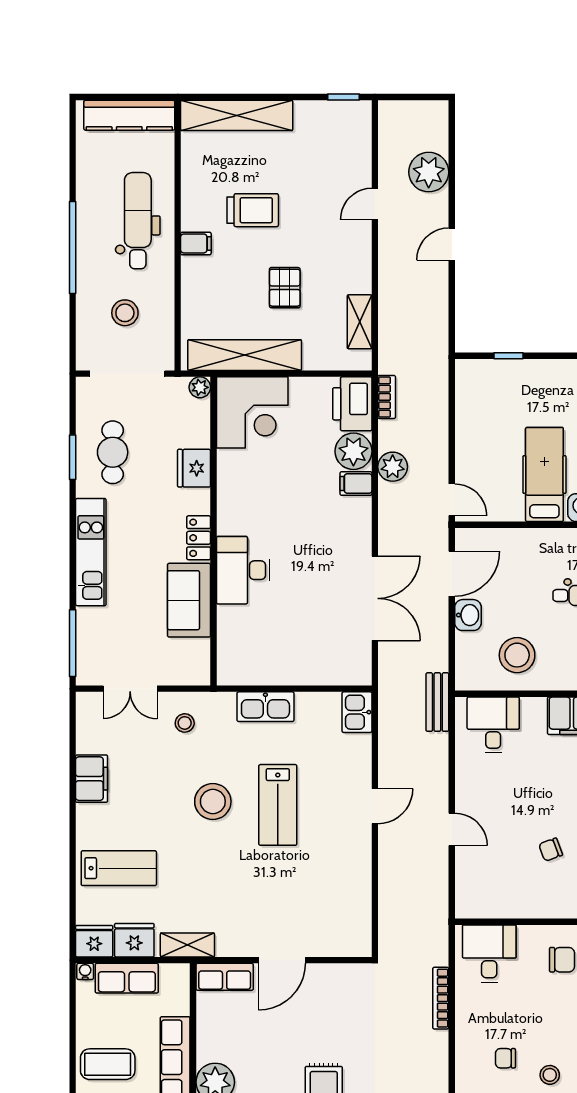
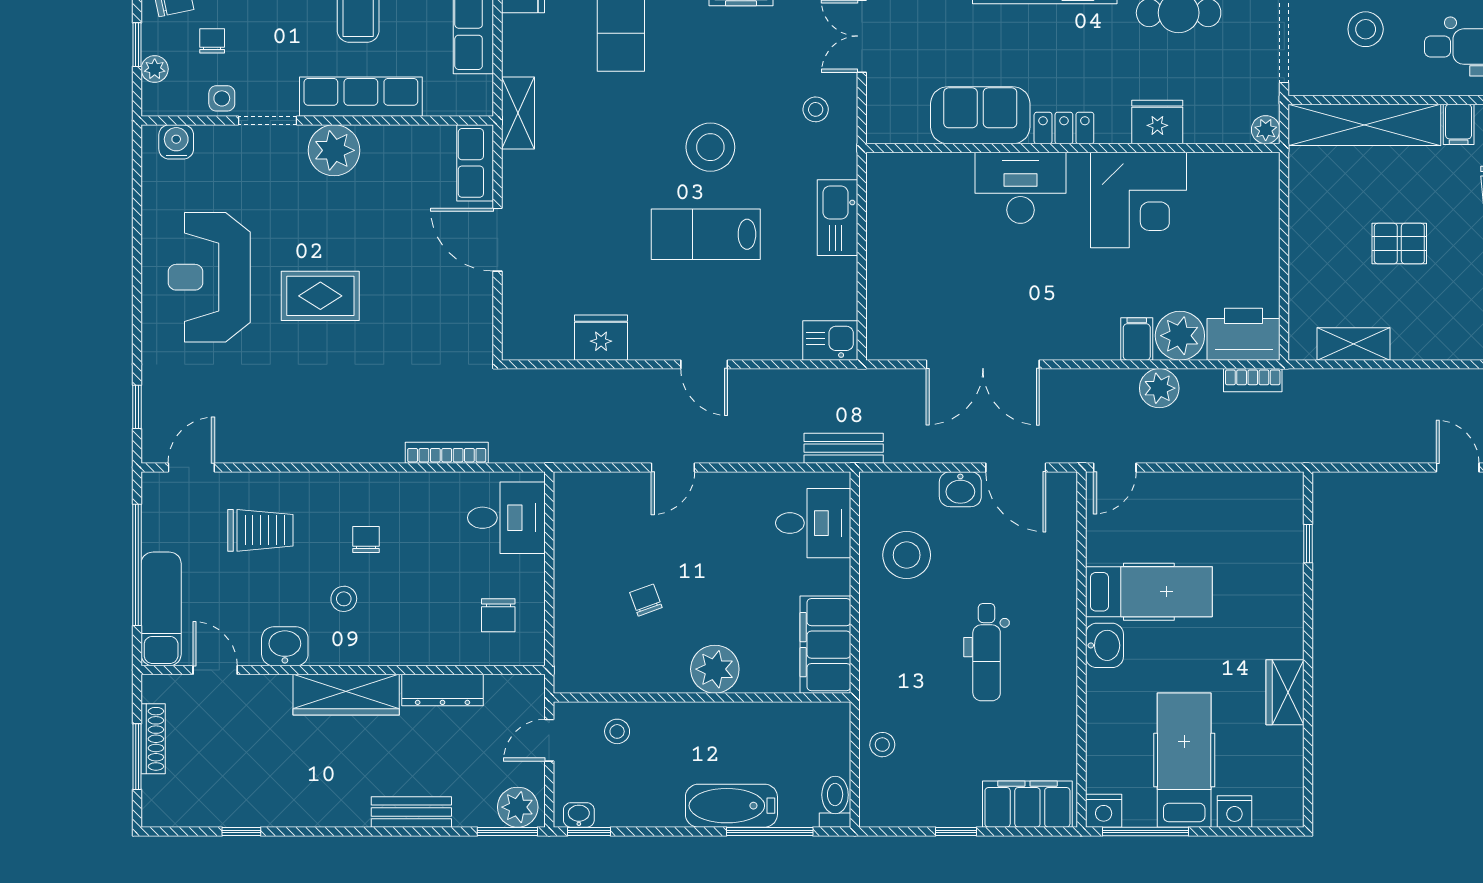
shelving: (245, 355) -> (1364, 125), moved, turned 90
corner desk: (252, 412) -> (1139, 200), moved, turned -90
fridge: (134, 940) -> (601, 338), moved, turned -90

